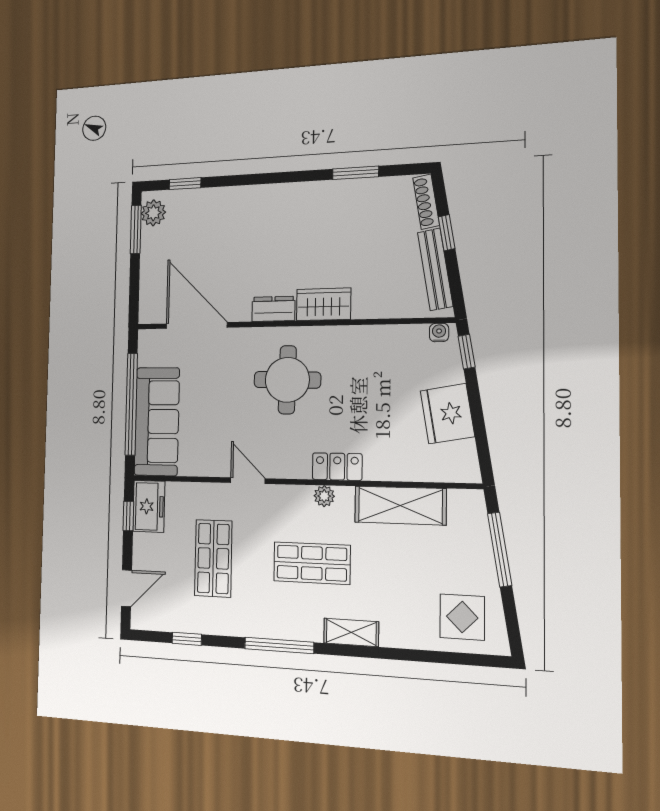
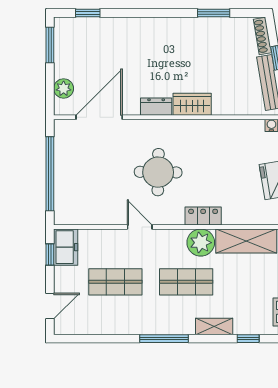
plant: (153, 213) -> (64, 88), moved
door: (197, 326) -> (99, 117), hinge flipped
round table: (287, 380) -> (158, 172), moved
sofa: (157, 421) -> (70, 186), removed
plant: (324, 496) -> (201, 243), width x1.87, depth x1.87
shop shelf: (213, 558) -> (115, 282), turned 90
window: (187, 639) -> (248, 339), moved

